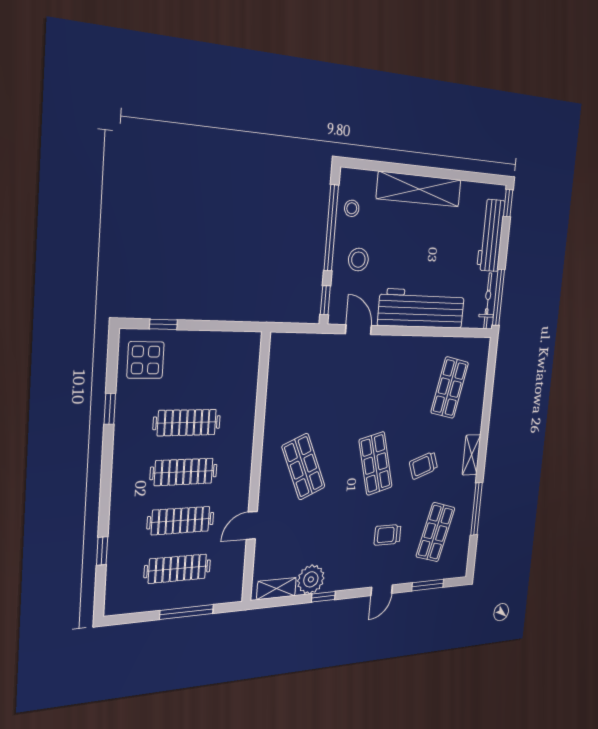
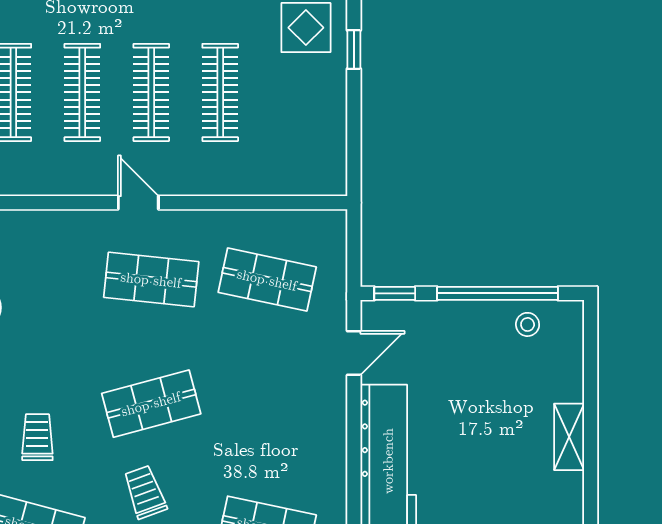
shelving: (419, 189) -> (569, 437), width x0.45, depth x0.75
stool: (358, 260) -> (456, 343), removed
shop shelf: (310, 388) -> (267, 280), added
shop shelf: (303, 467) -> (151, 280), turned 30
door: (252, 525) -> (138, 203), moved

